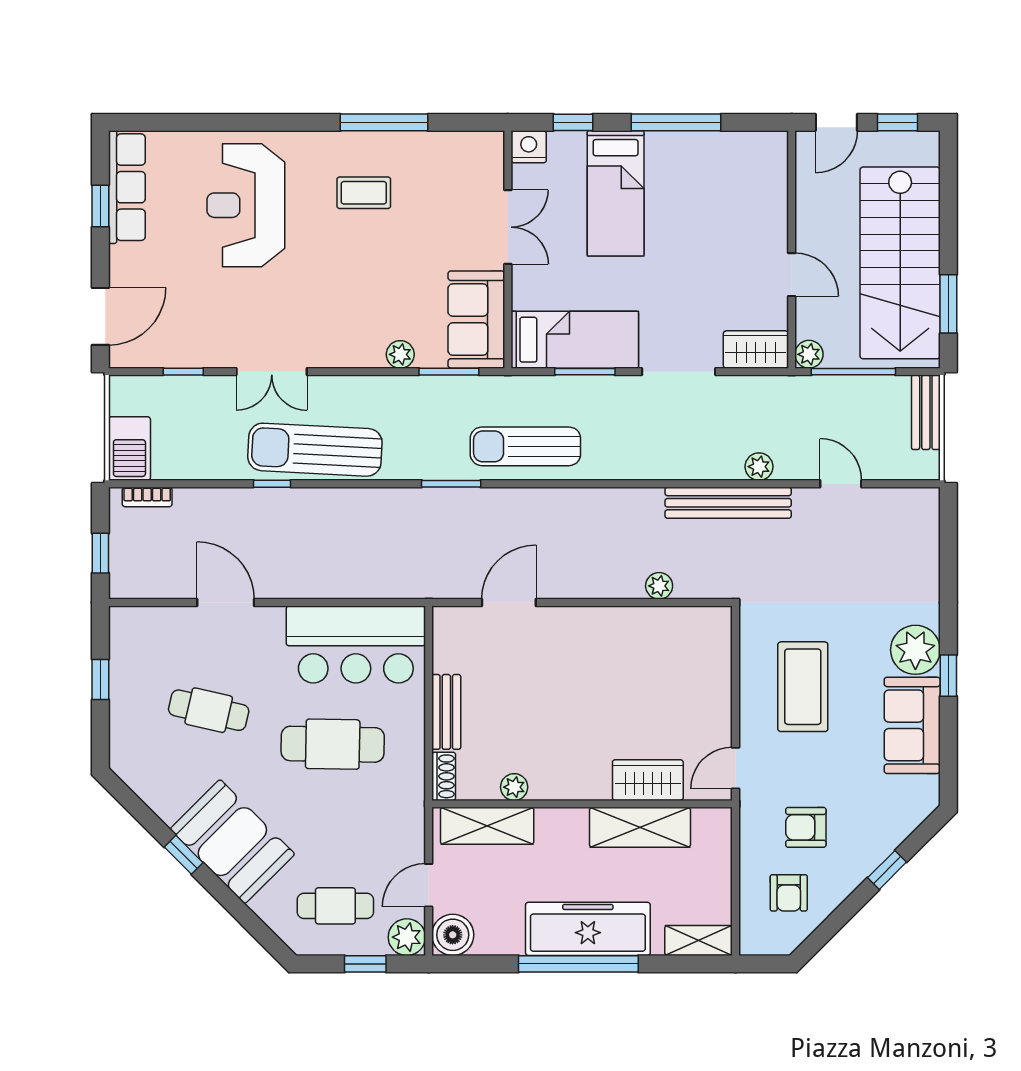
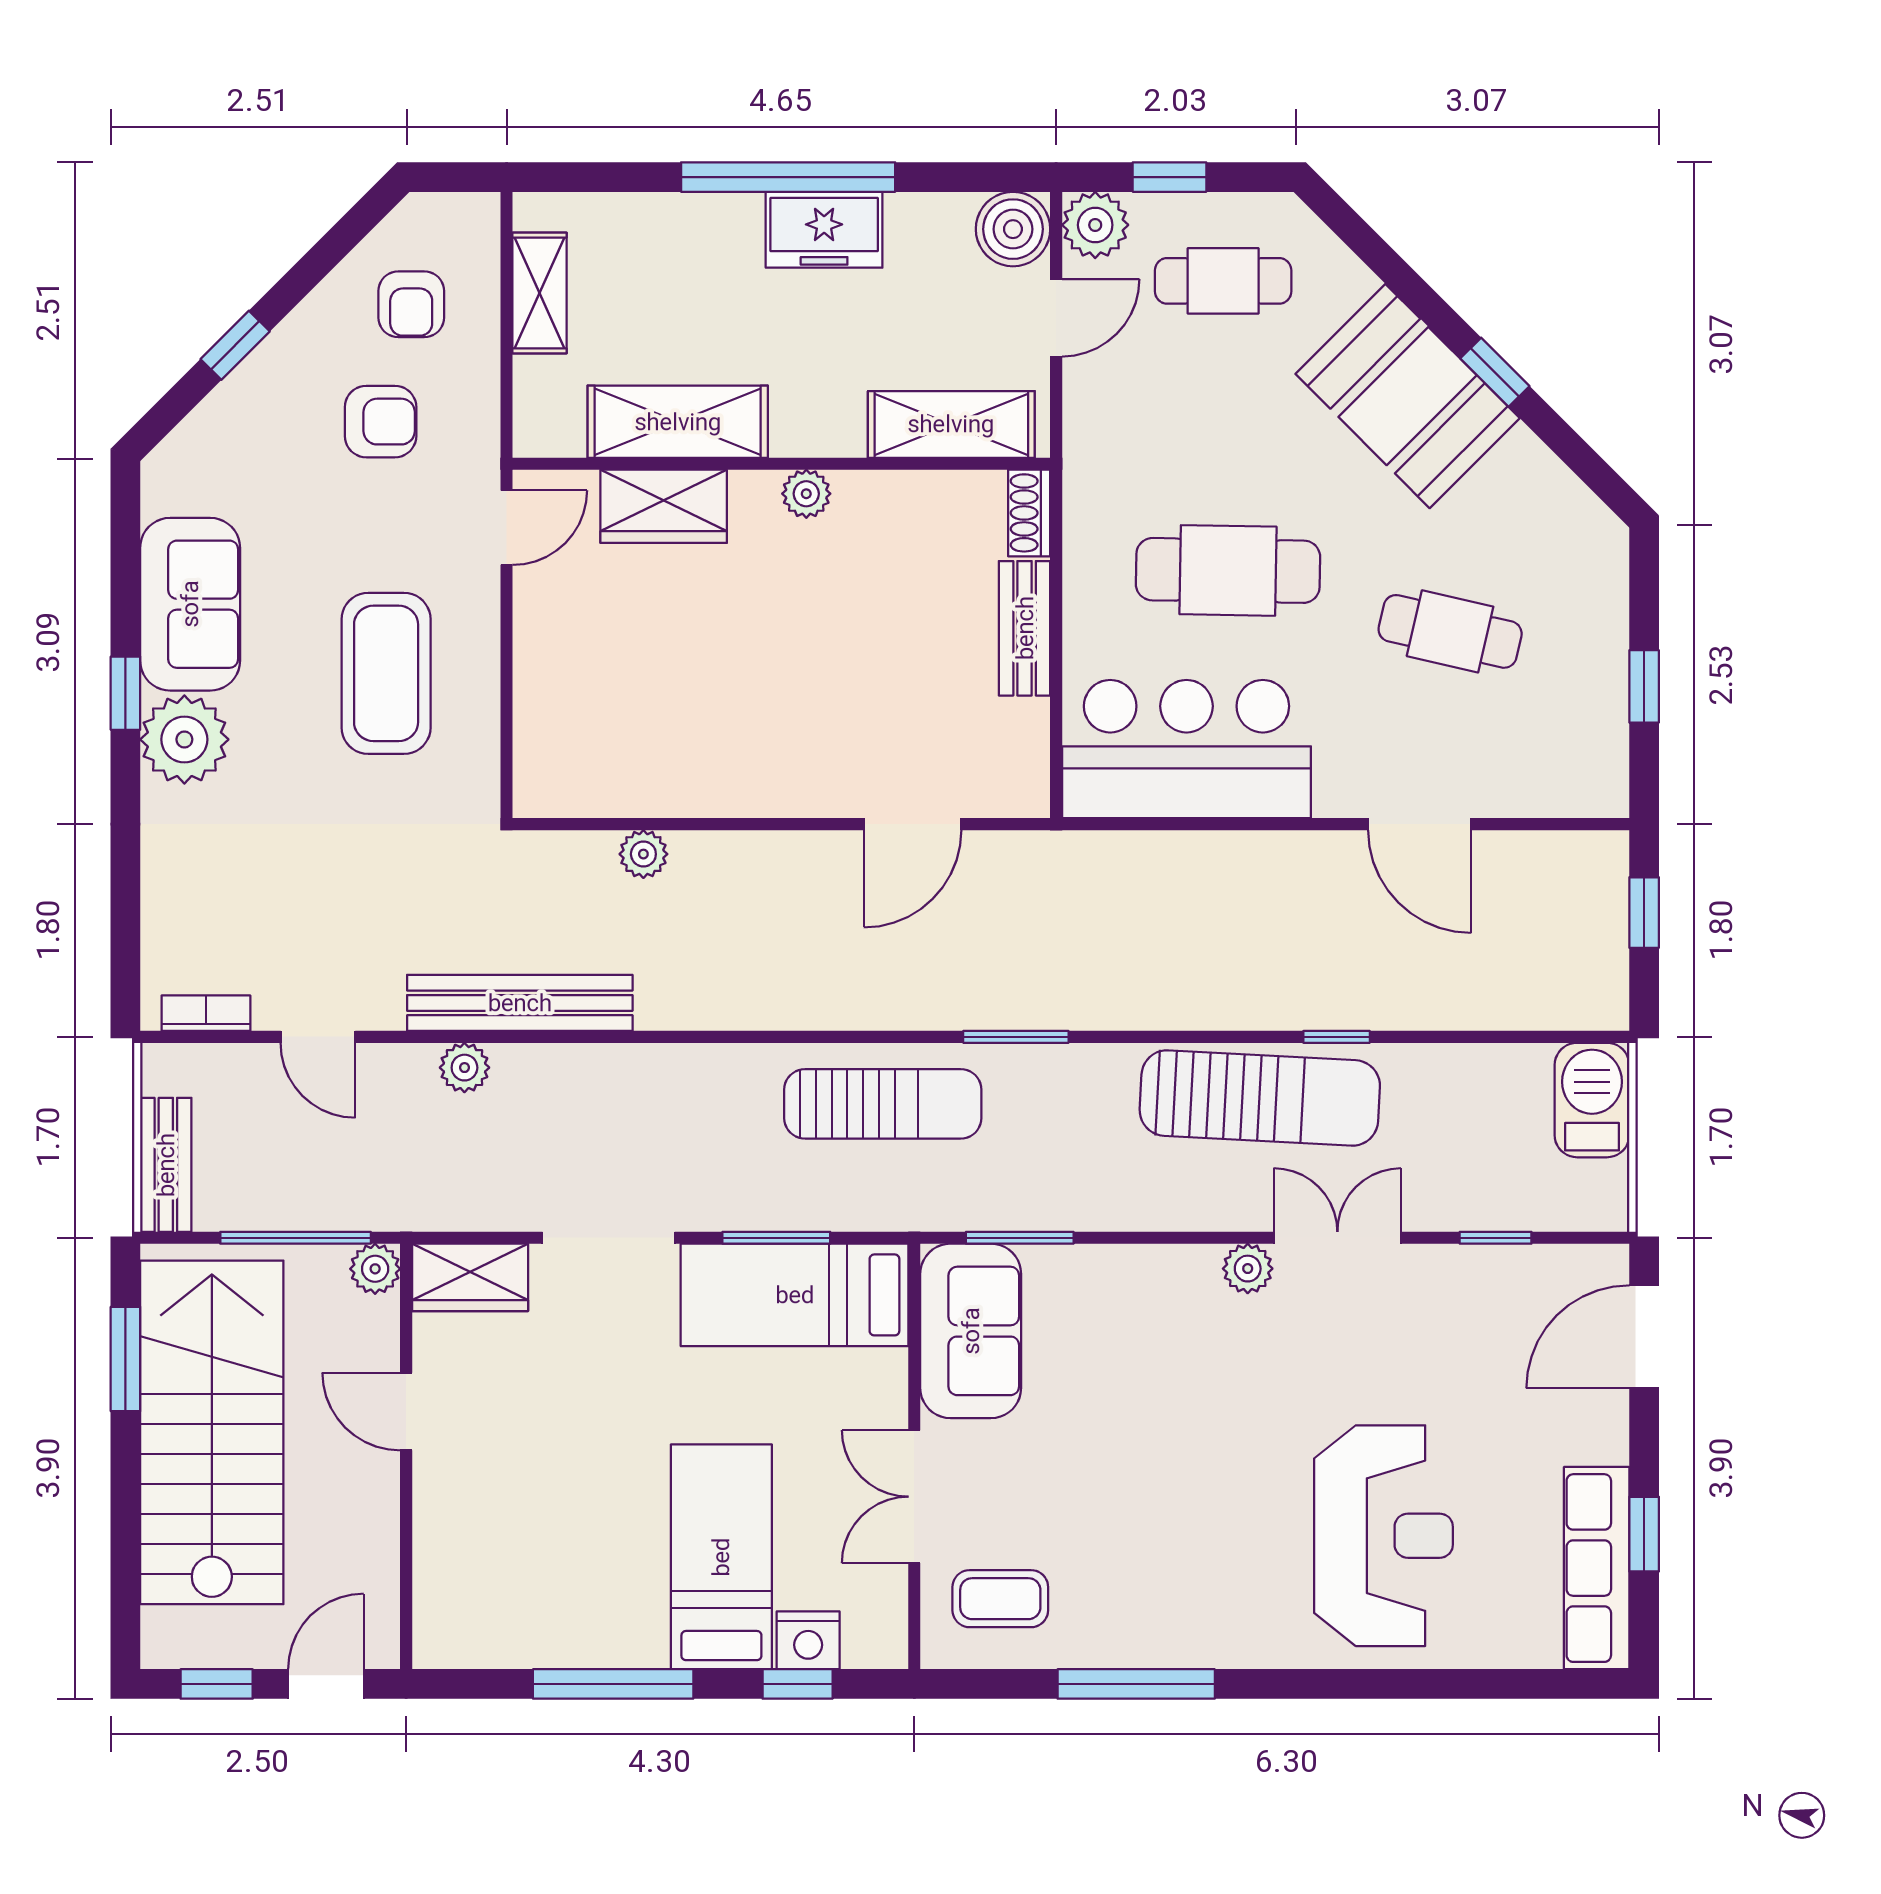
nightstand: (529, 147) -> (808, 1640), moved
coffee table: (364, 193) -> (1000, 1599), moved
plant: (400, 354) -> (1248, 1269), moved
bookcase: (147, 497) -> (206, 1013), moved
plant: (514, 787) -> (806, 494), moved
armchair: (789, 893) -> (411, 304), turned 180
freezer: (588, 929) -> (824, 230), width x0.52, depth x0.79
shelving: (699, 940) -> (540, 293), moved, turned 90

